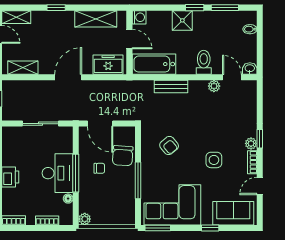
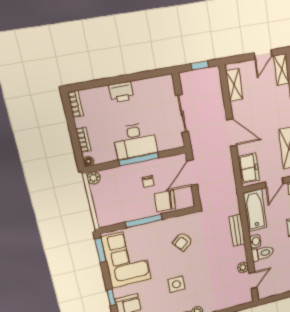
washbasin: (250, 69) -> (255, 241), moved
floor lamp: (68, 199) -> (88, 161), moved

